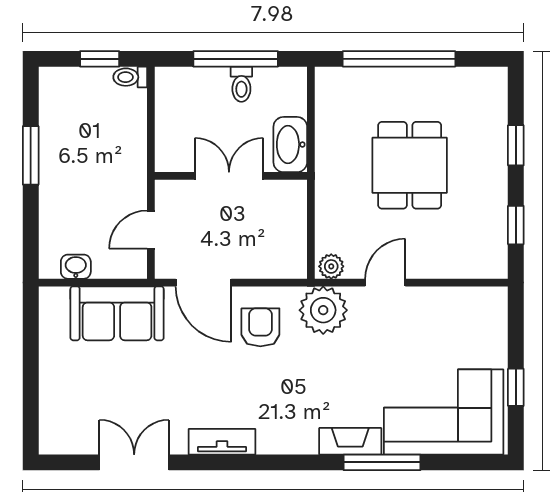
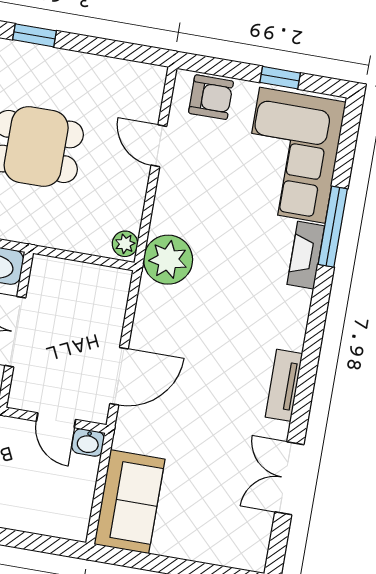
window: (516, 225) -> (115, 49), removed
washbasin: (76, 267) -> (88, 442), moved, turned -90
door: (385, 283) -> (159, 146), moved
sofa: (117, 313) -> (130, 502), moved
armchair: (260, 327) -> (211, 97), moved, turned 180

